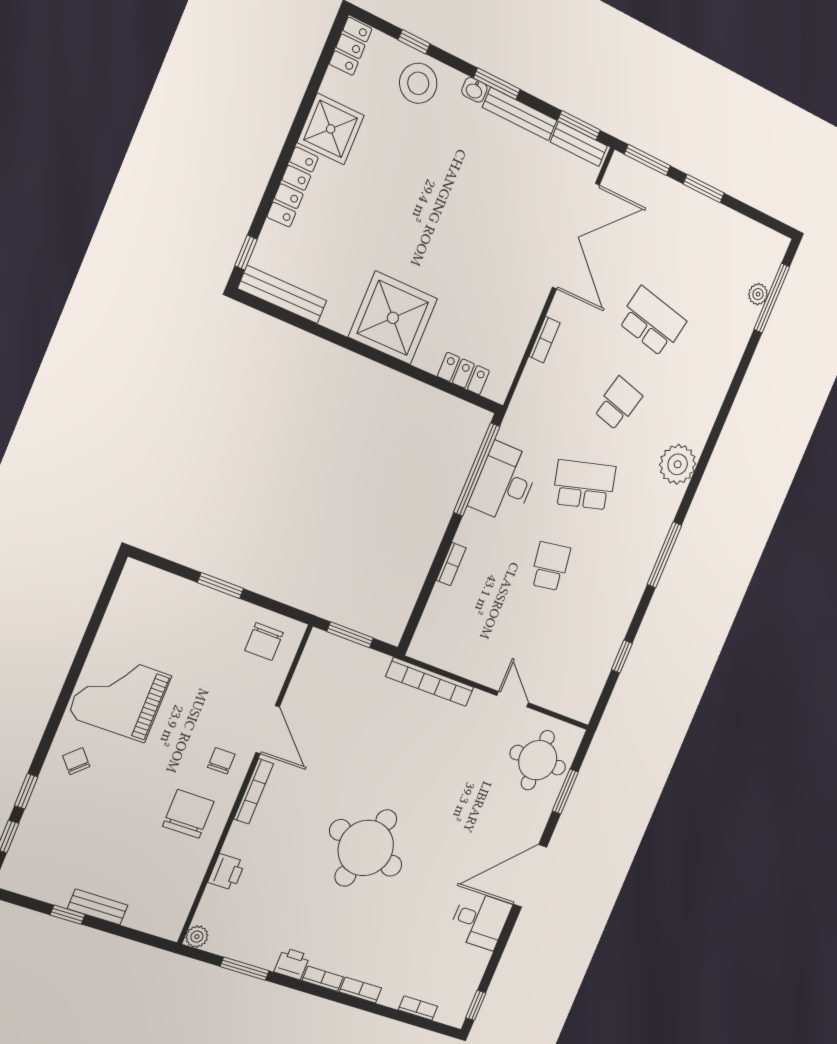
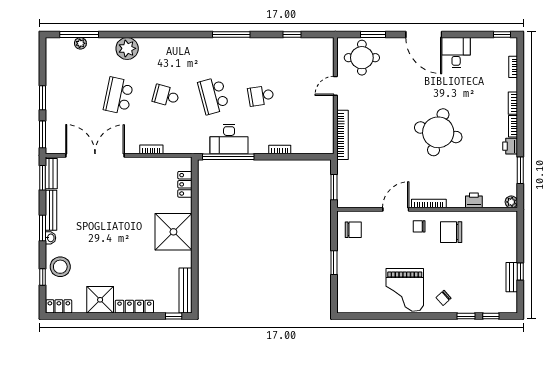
plant: (678, 464) -> (127, 48), moved
bench: (98, 907) -> (512, 277), moved

